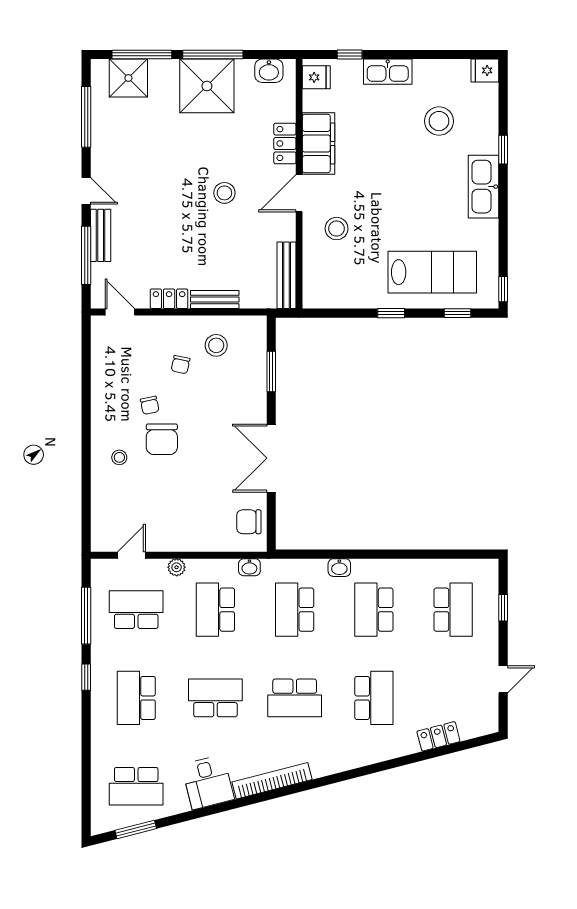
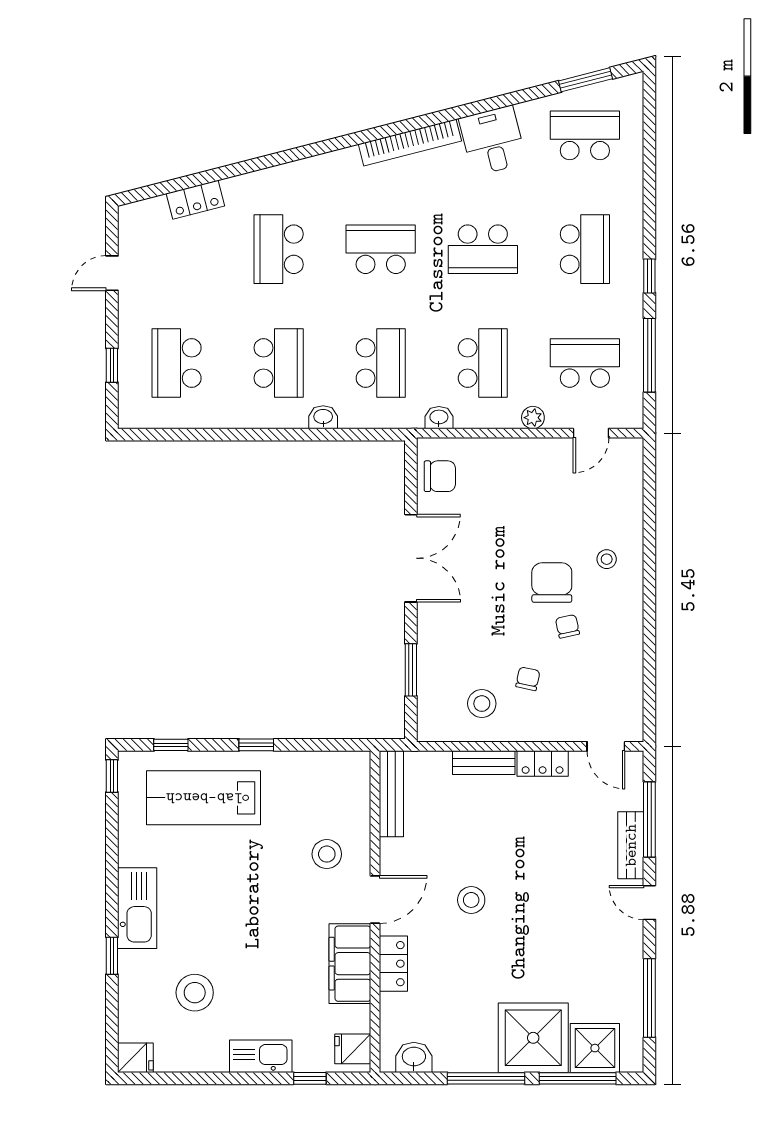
shower: (207, 86) -> (533, 1038), moved
school desk: (136, 610) -> (585, 363), turned 180

